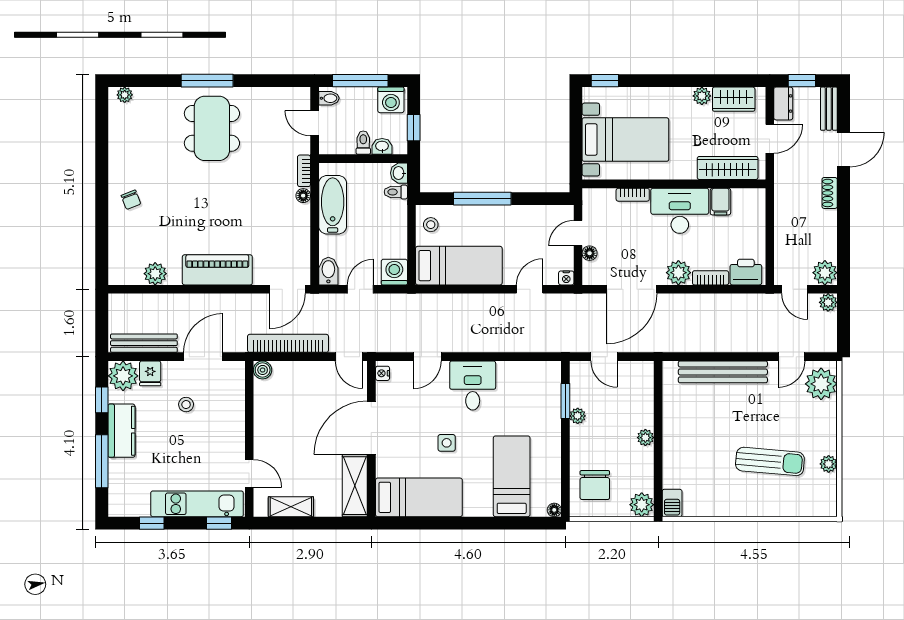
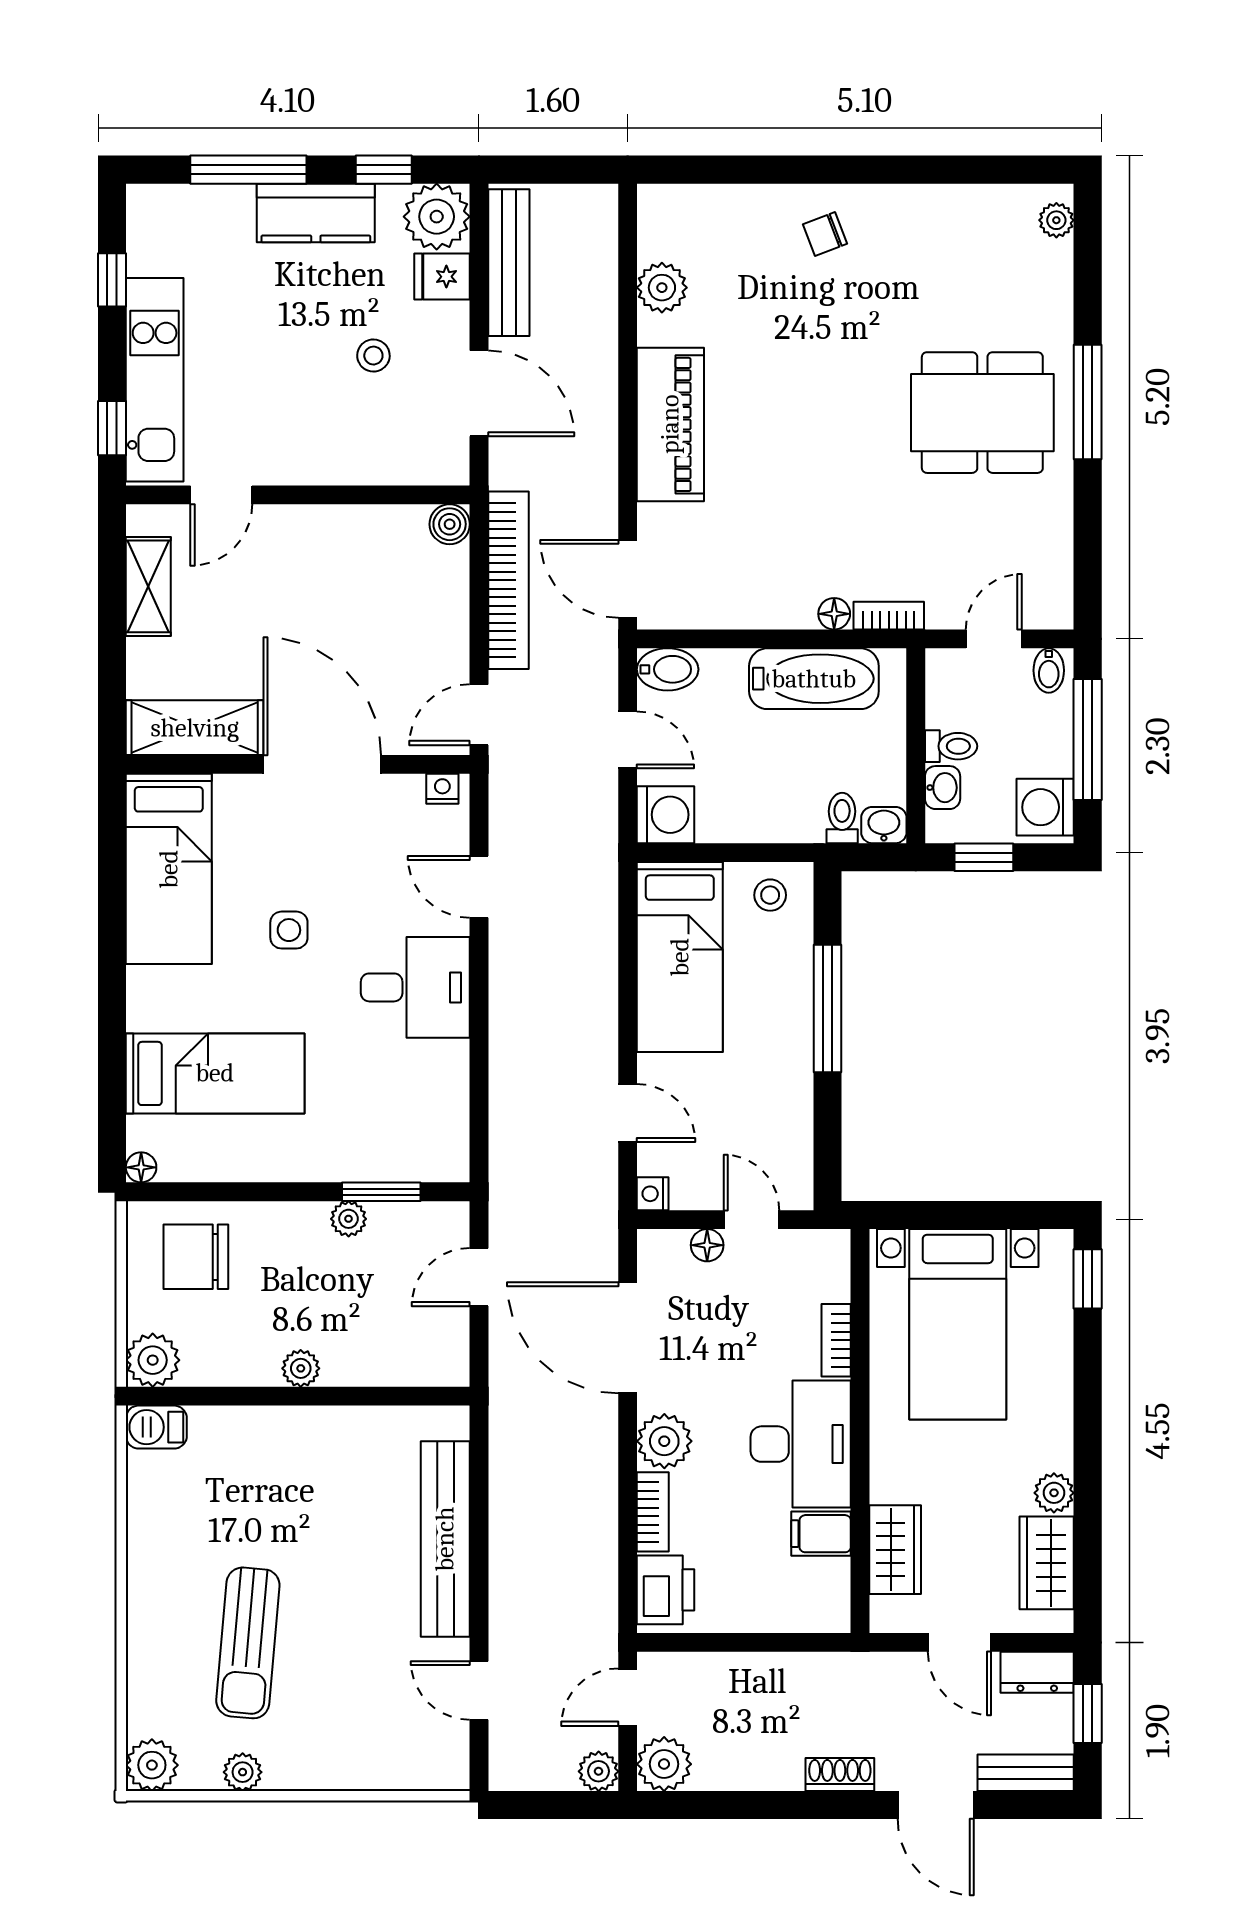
wardrobe: (728, 168) -> (895, 1550), width x0.67
plant: (821, 384) -> (152, 1765), moved, width x0.73, depth x0.73

